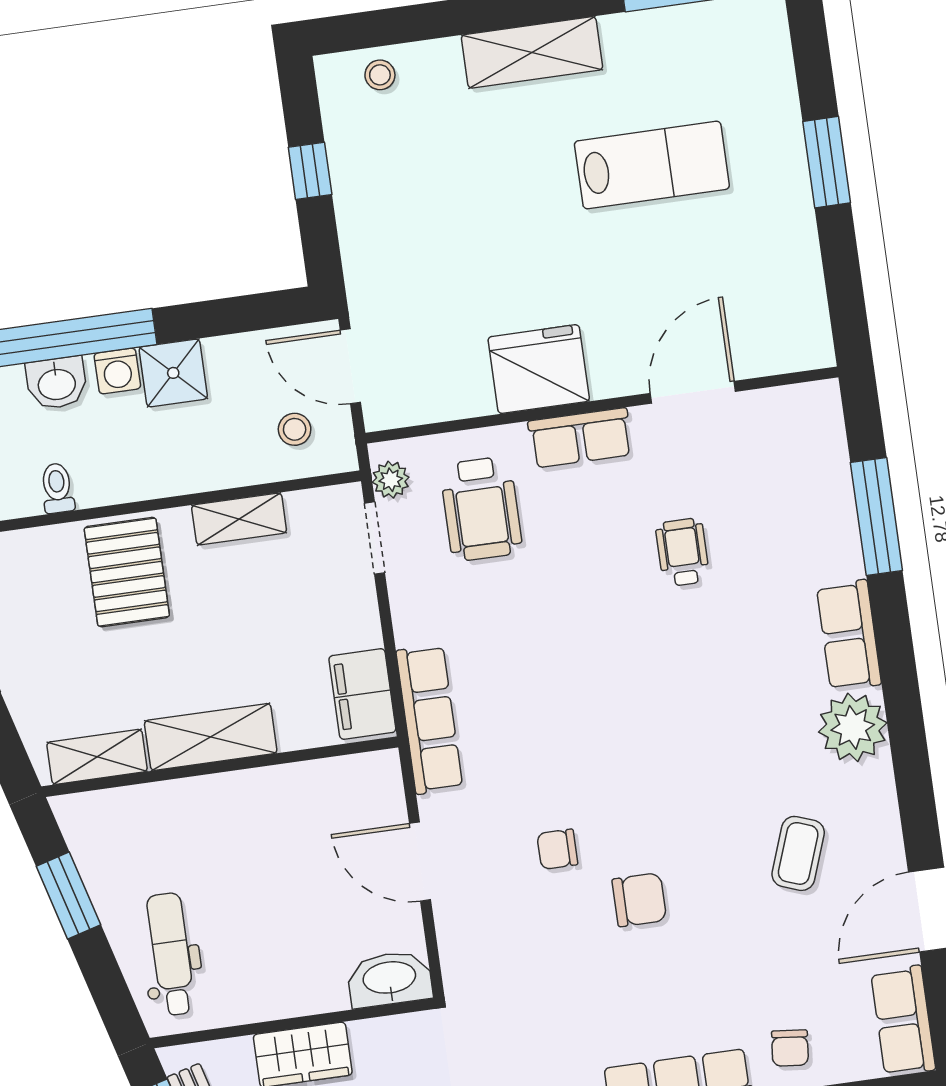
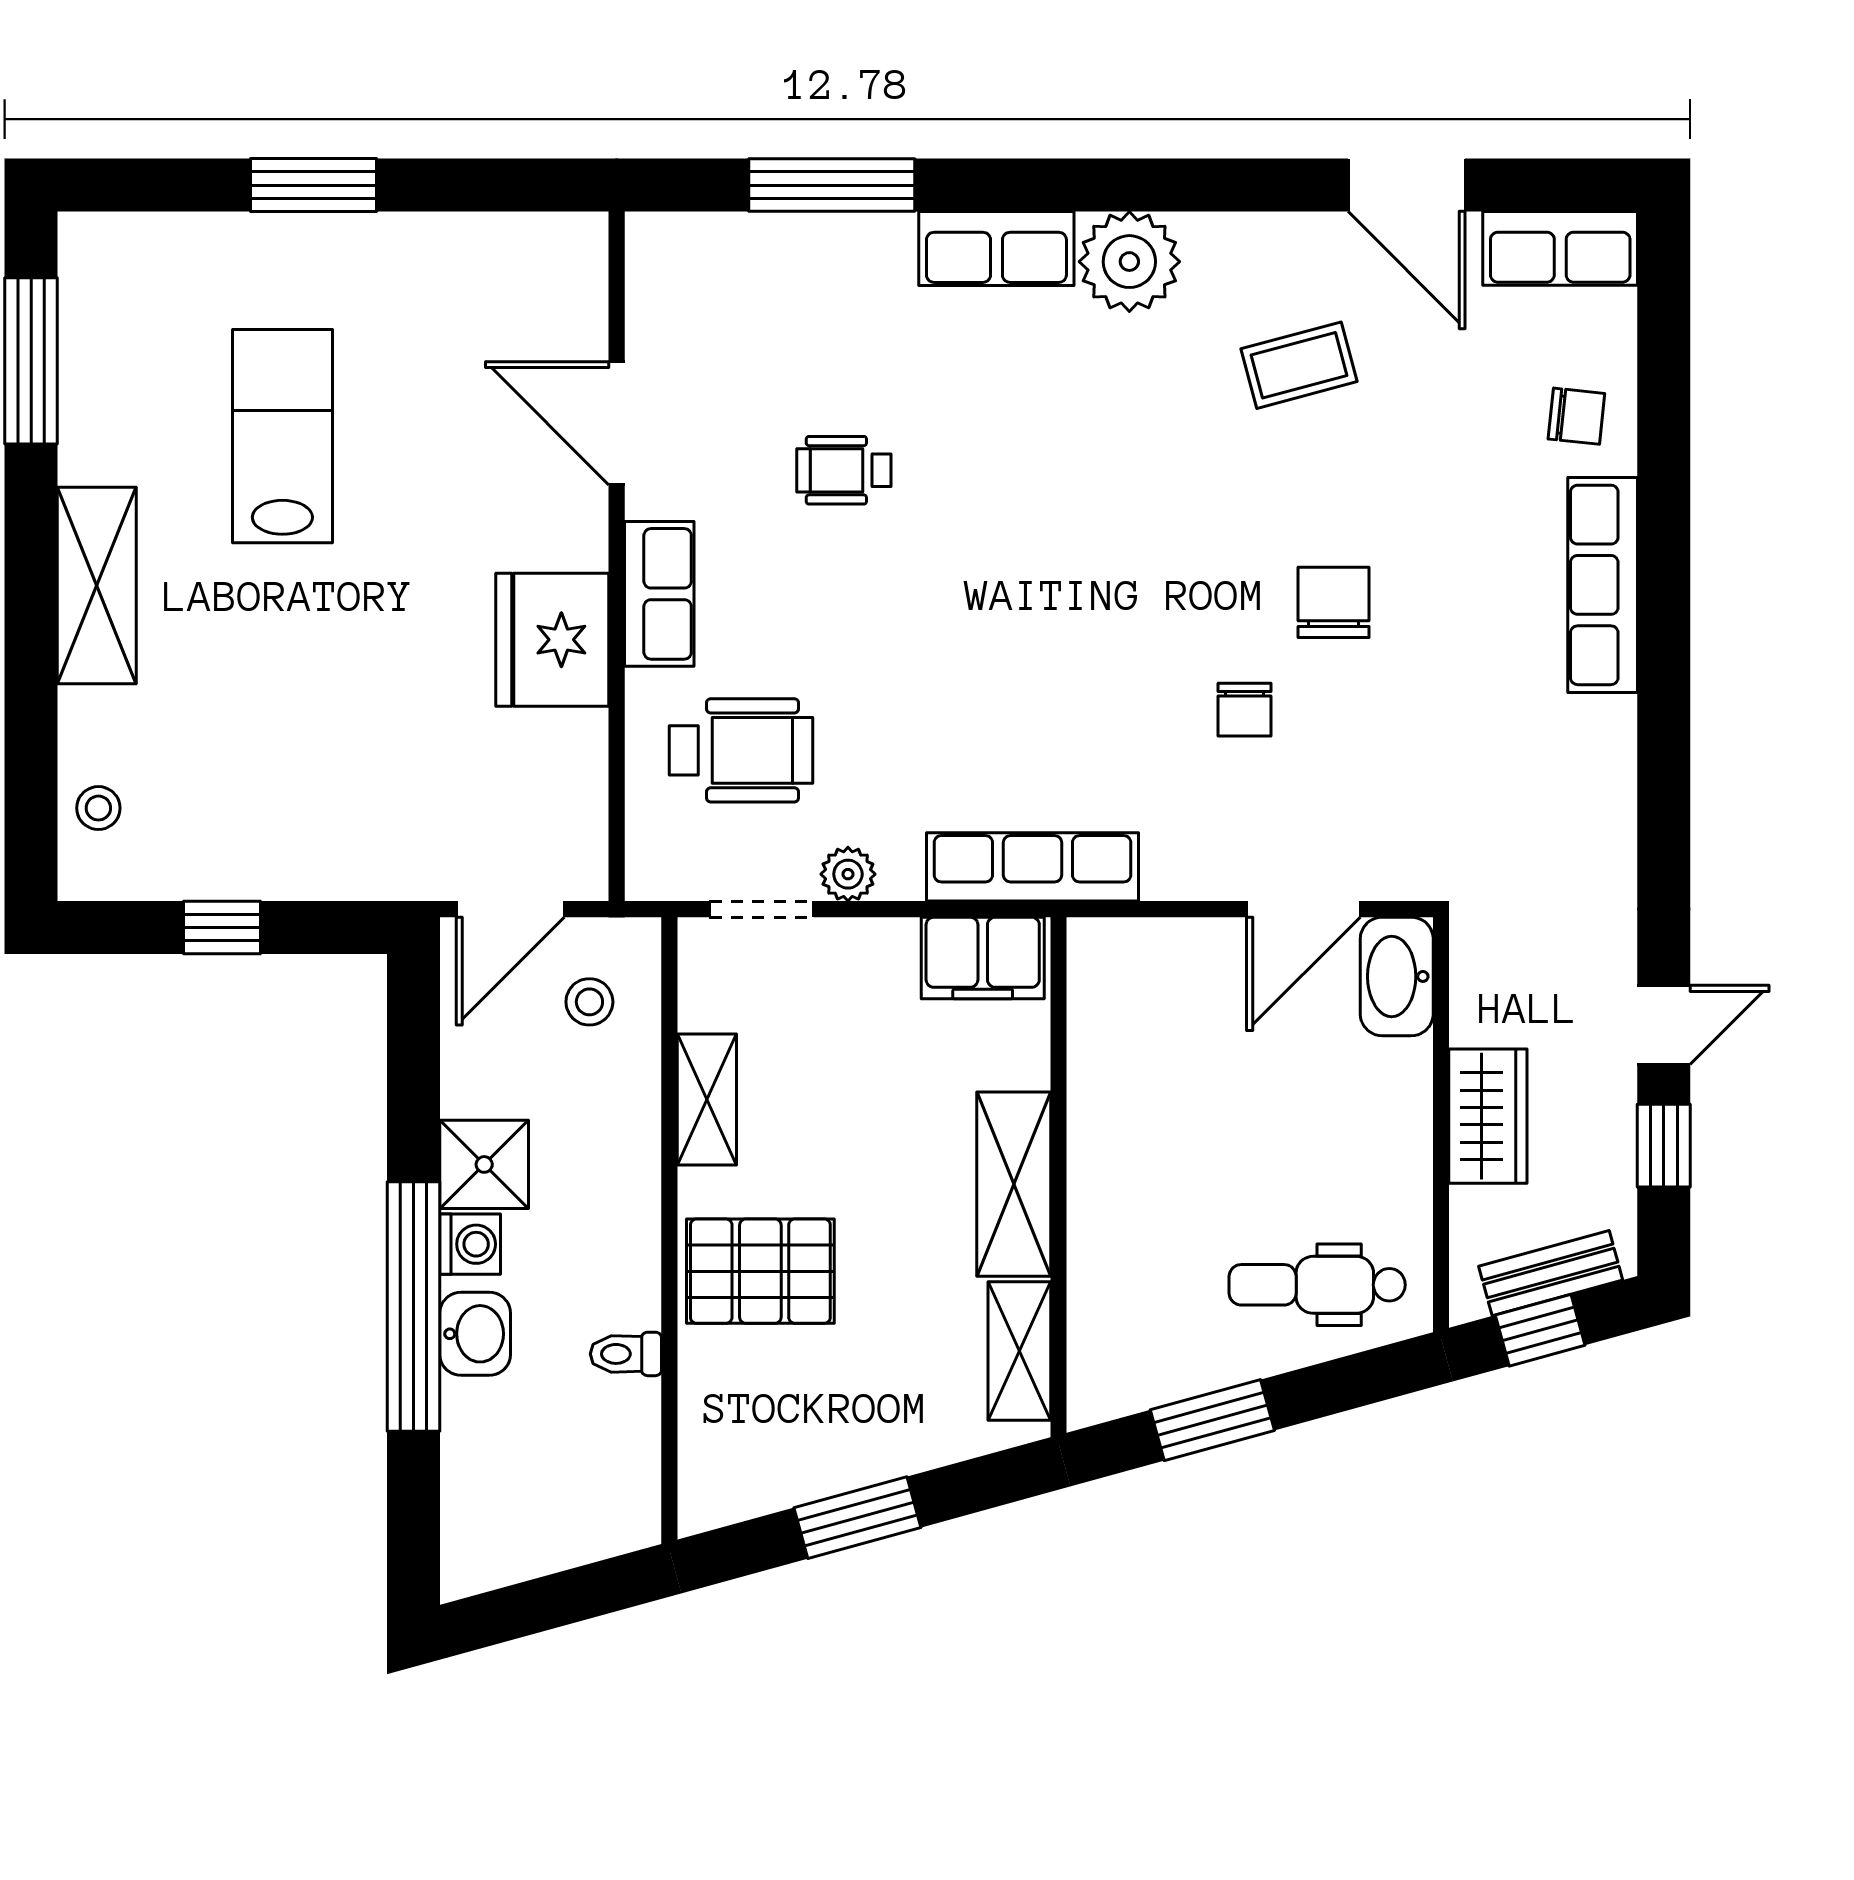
plant: (391, 480) -> (848, 874), moved
coffee table: (798, 853) -> (1299, 365), turned -35
door: (420, 862) -> (1303, 909), moved

